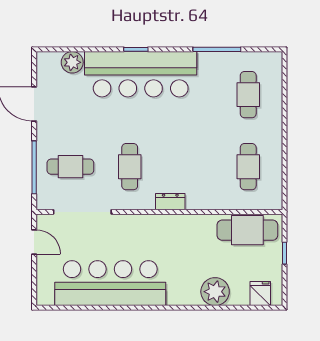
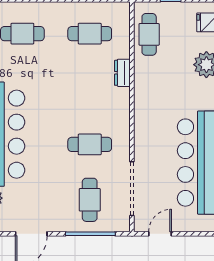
dresser: (170, 202) -> (122, 73), moved
cafe table: (247, 230) -> (149, 34), width x0.73, depth x0.74

